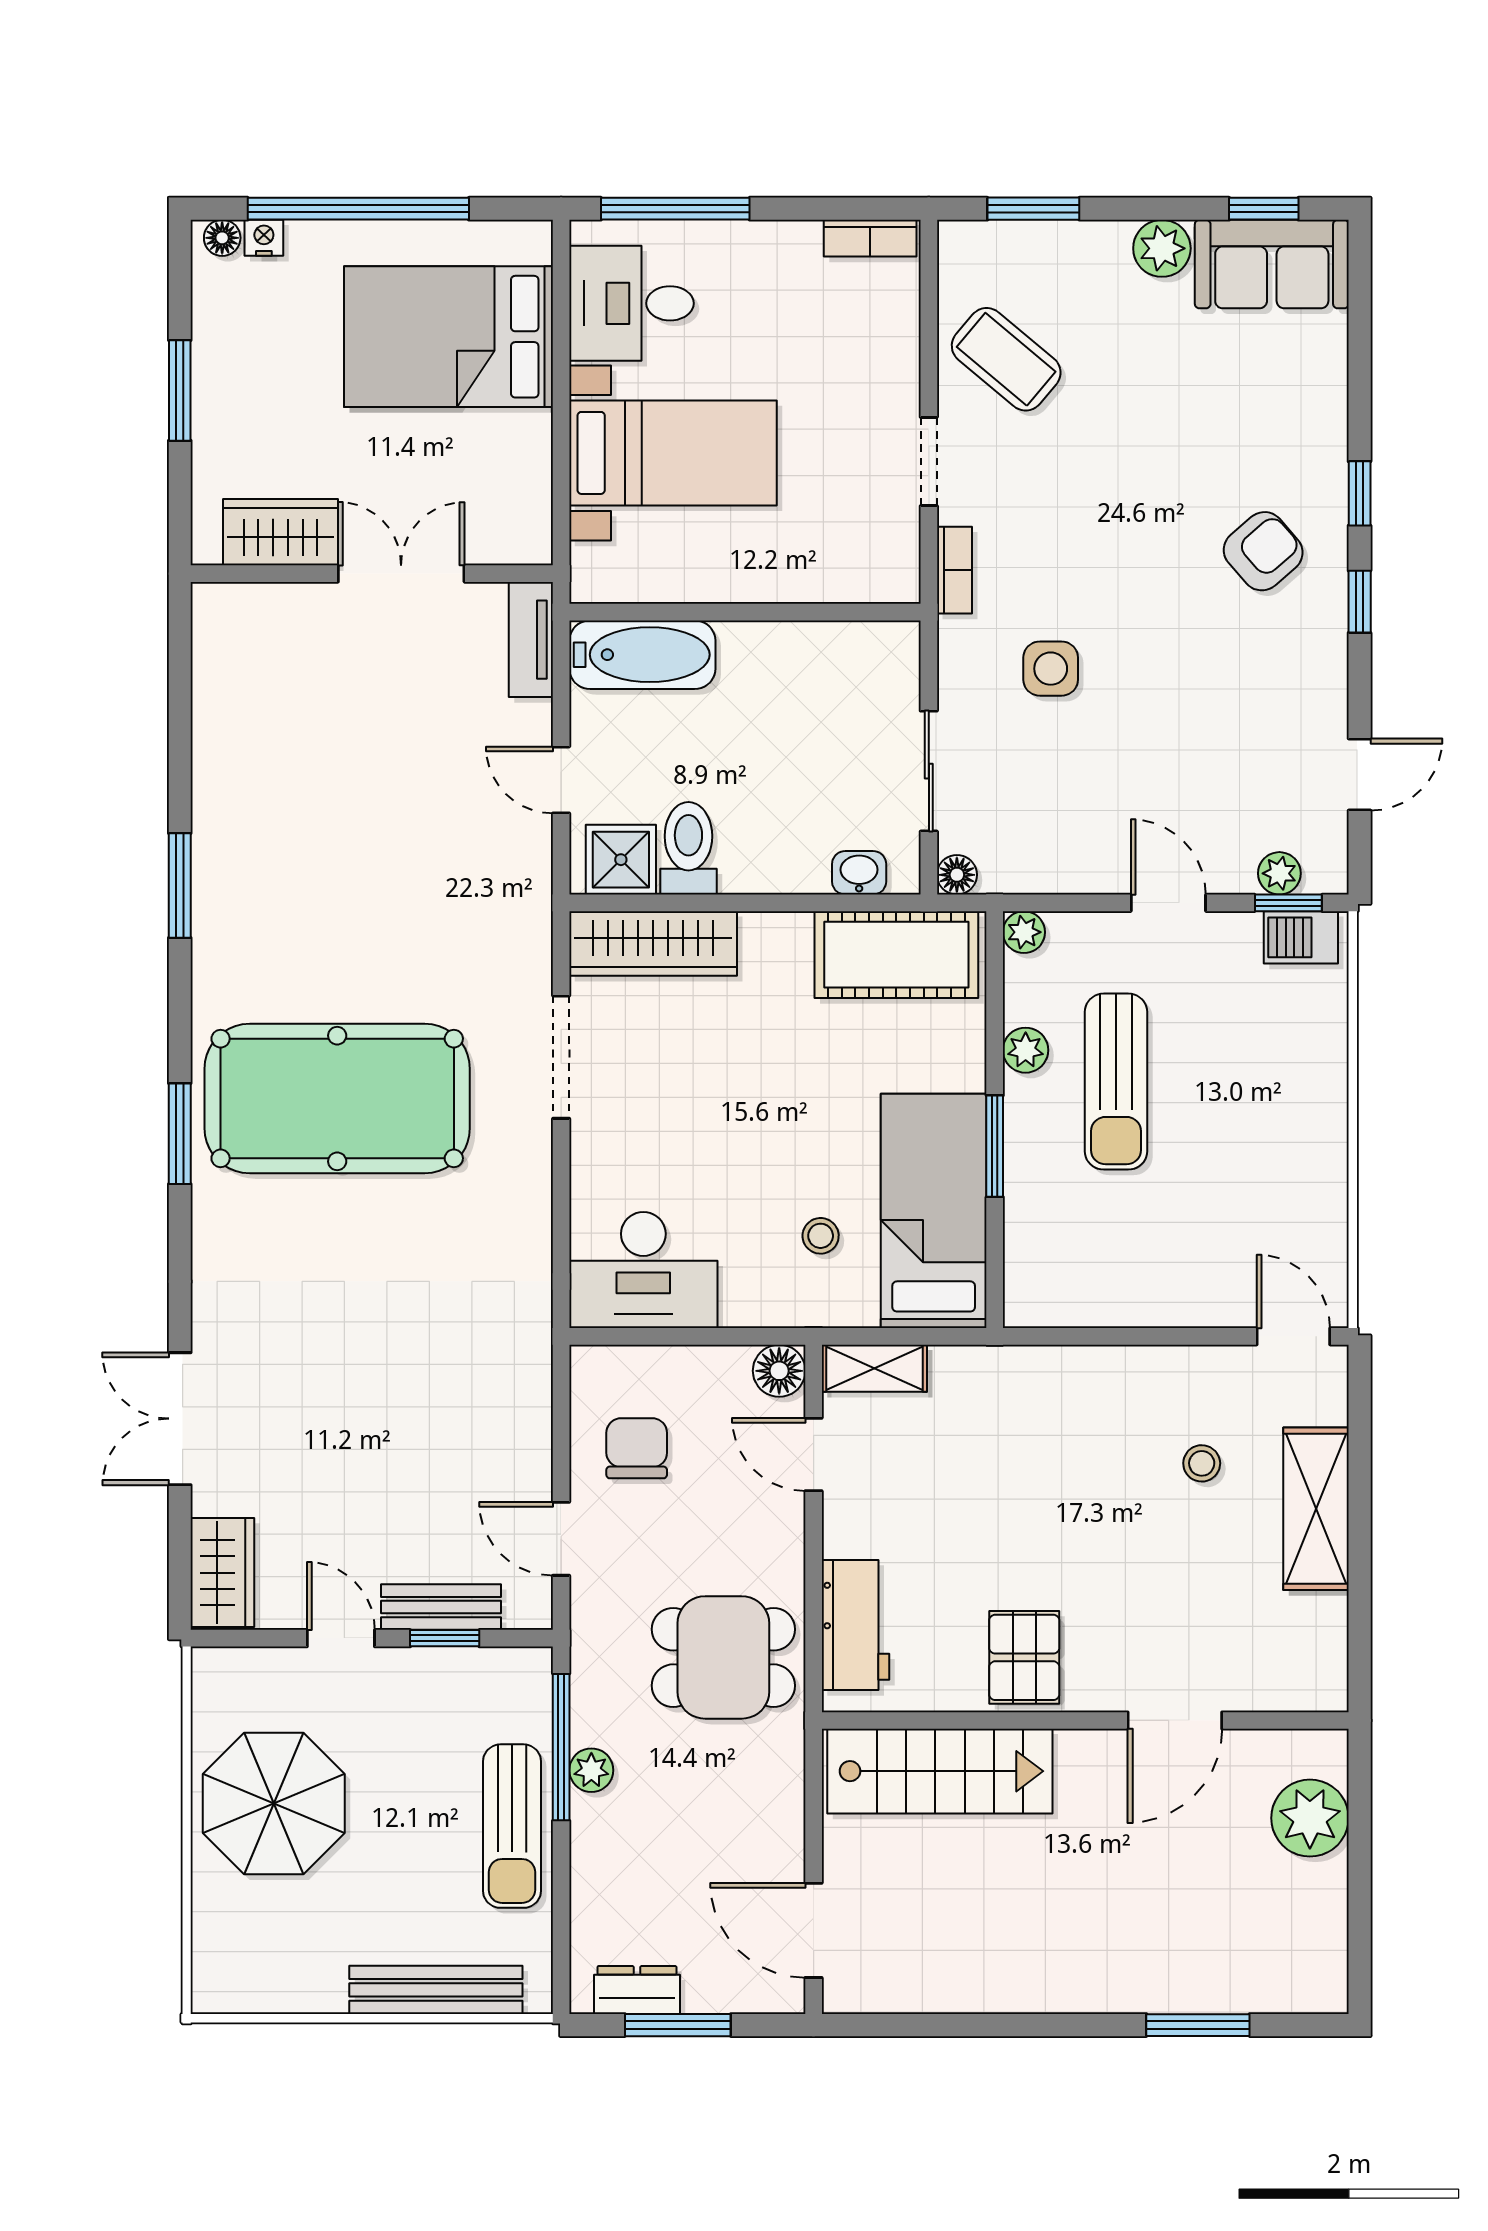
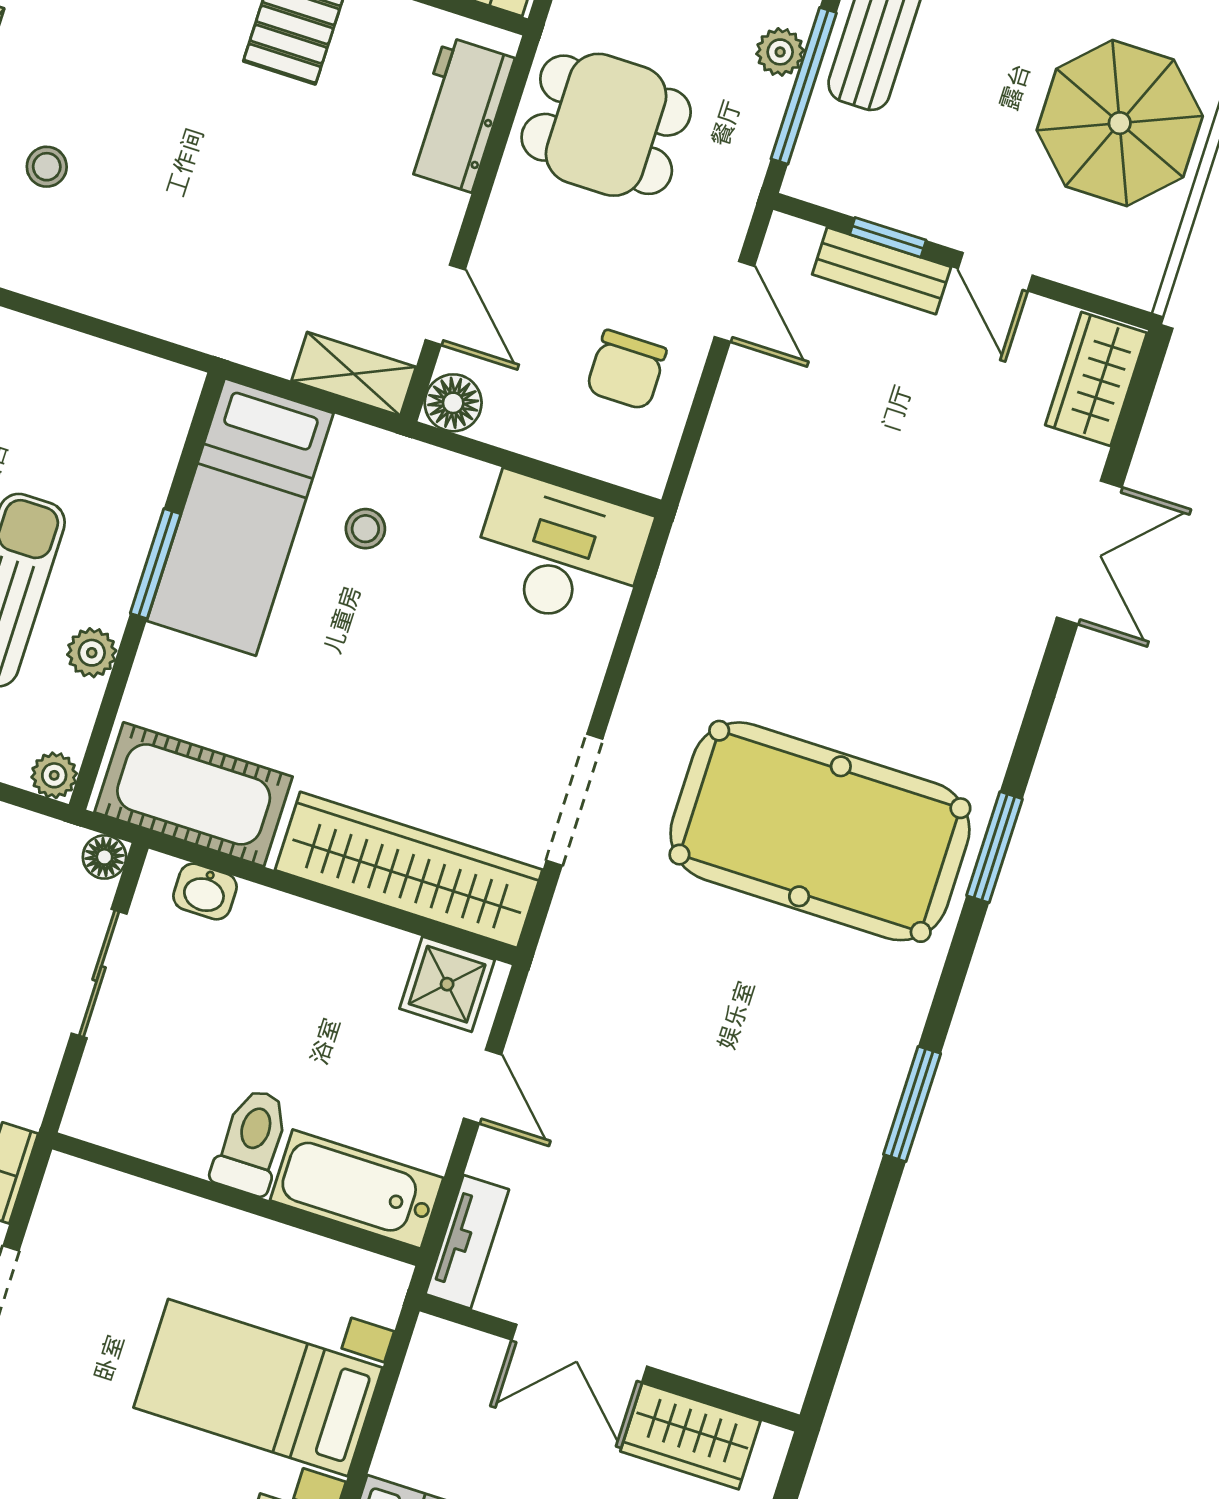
toilet: (688, 848) -> (252, 1142), moved, turned 180
wardrobe: (653, 943) -> (409, 870), width x1.40, depth x1.17

